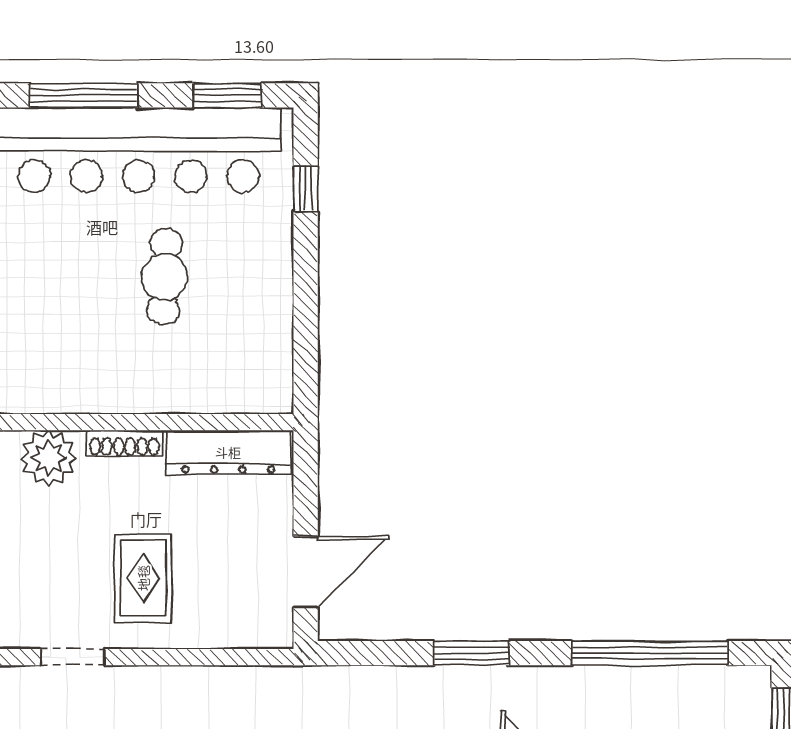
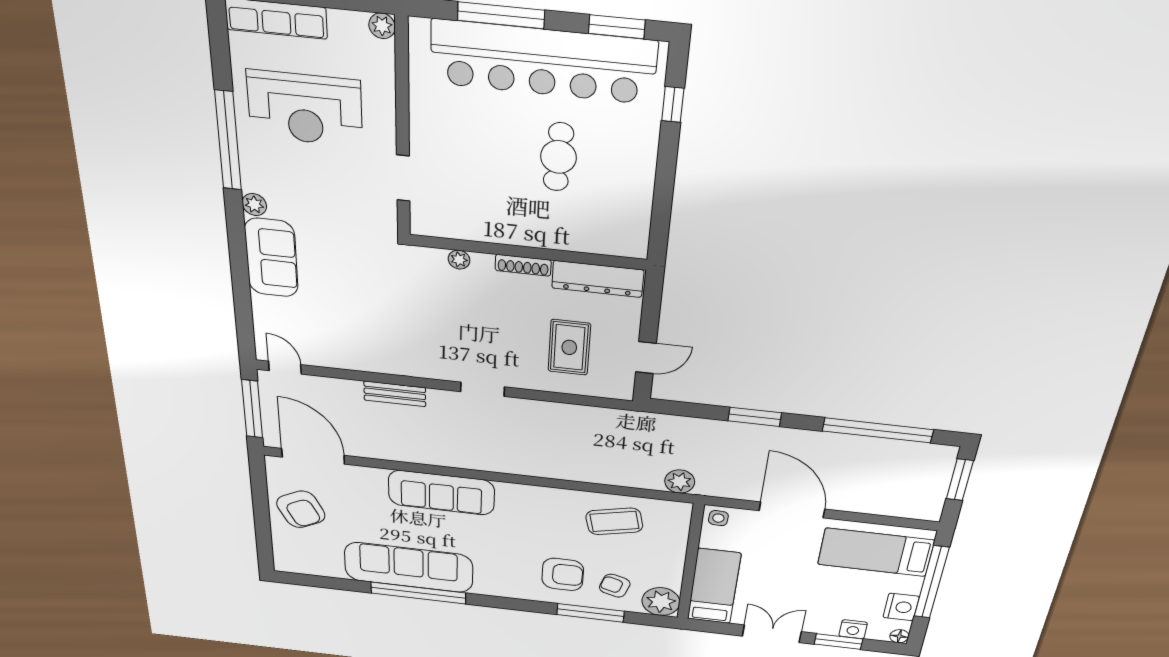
plant: (49, 458) -> (459, 260), width x0.53, depth x0.53
door: (306, 572) -> (646, 358), width x0.73
rug: (143, 578) -> (569, 347), moved

